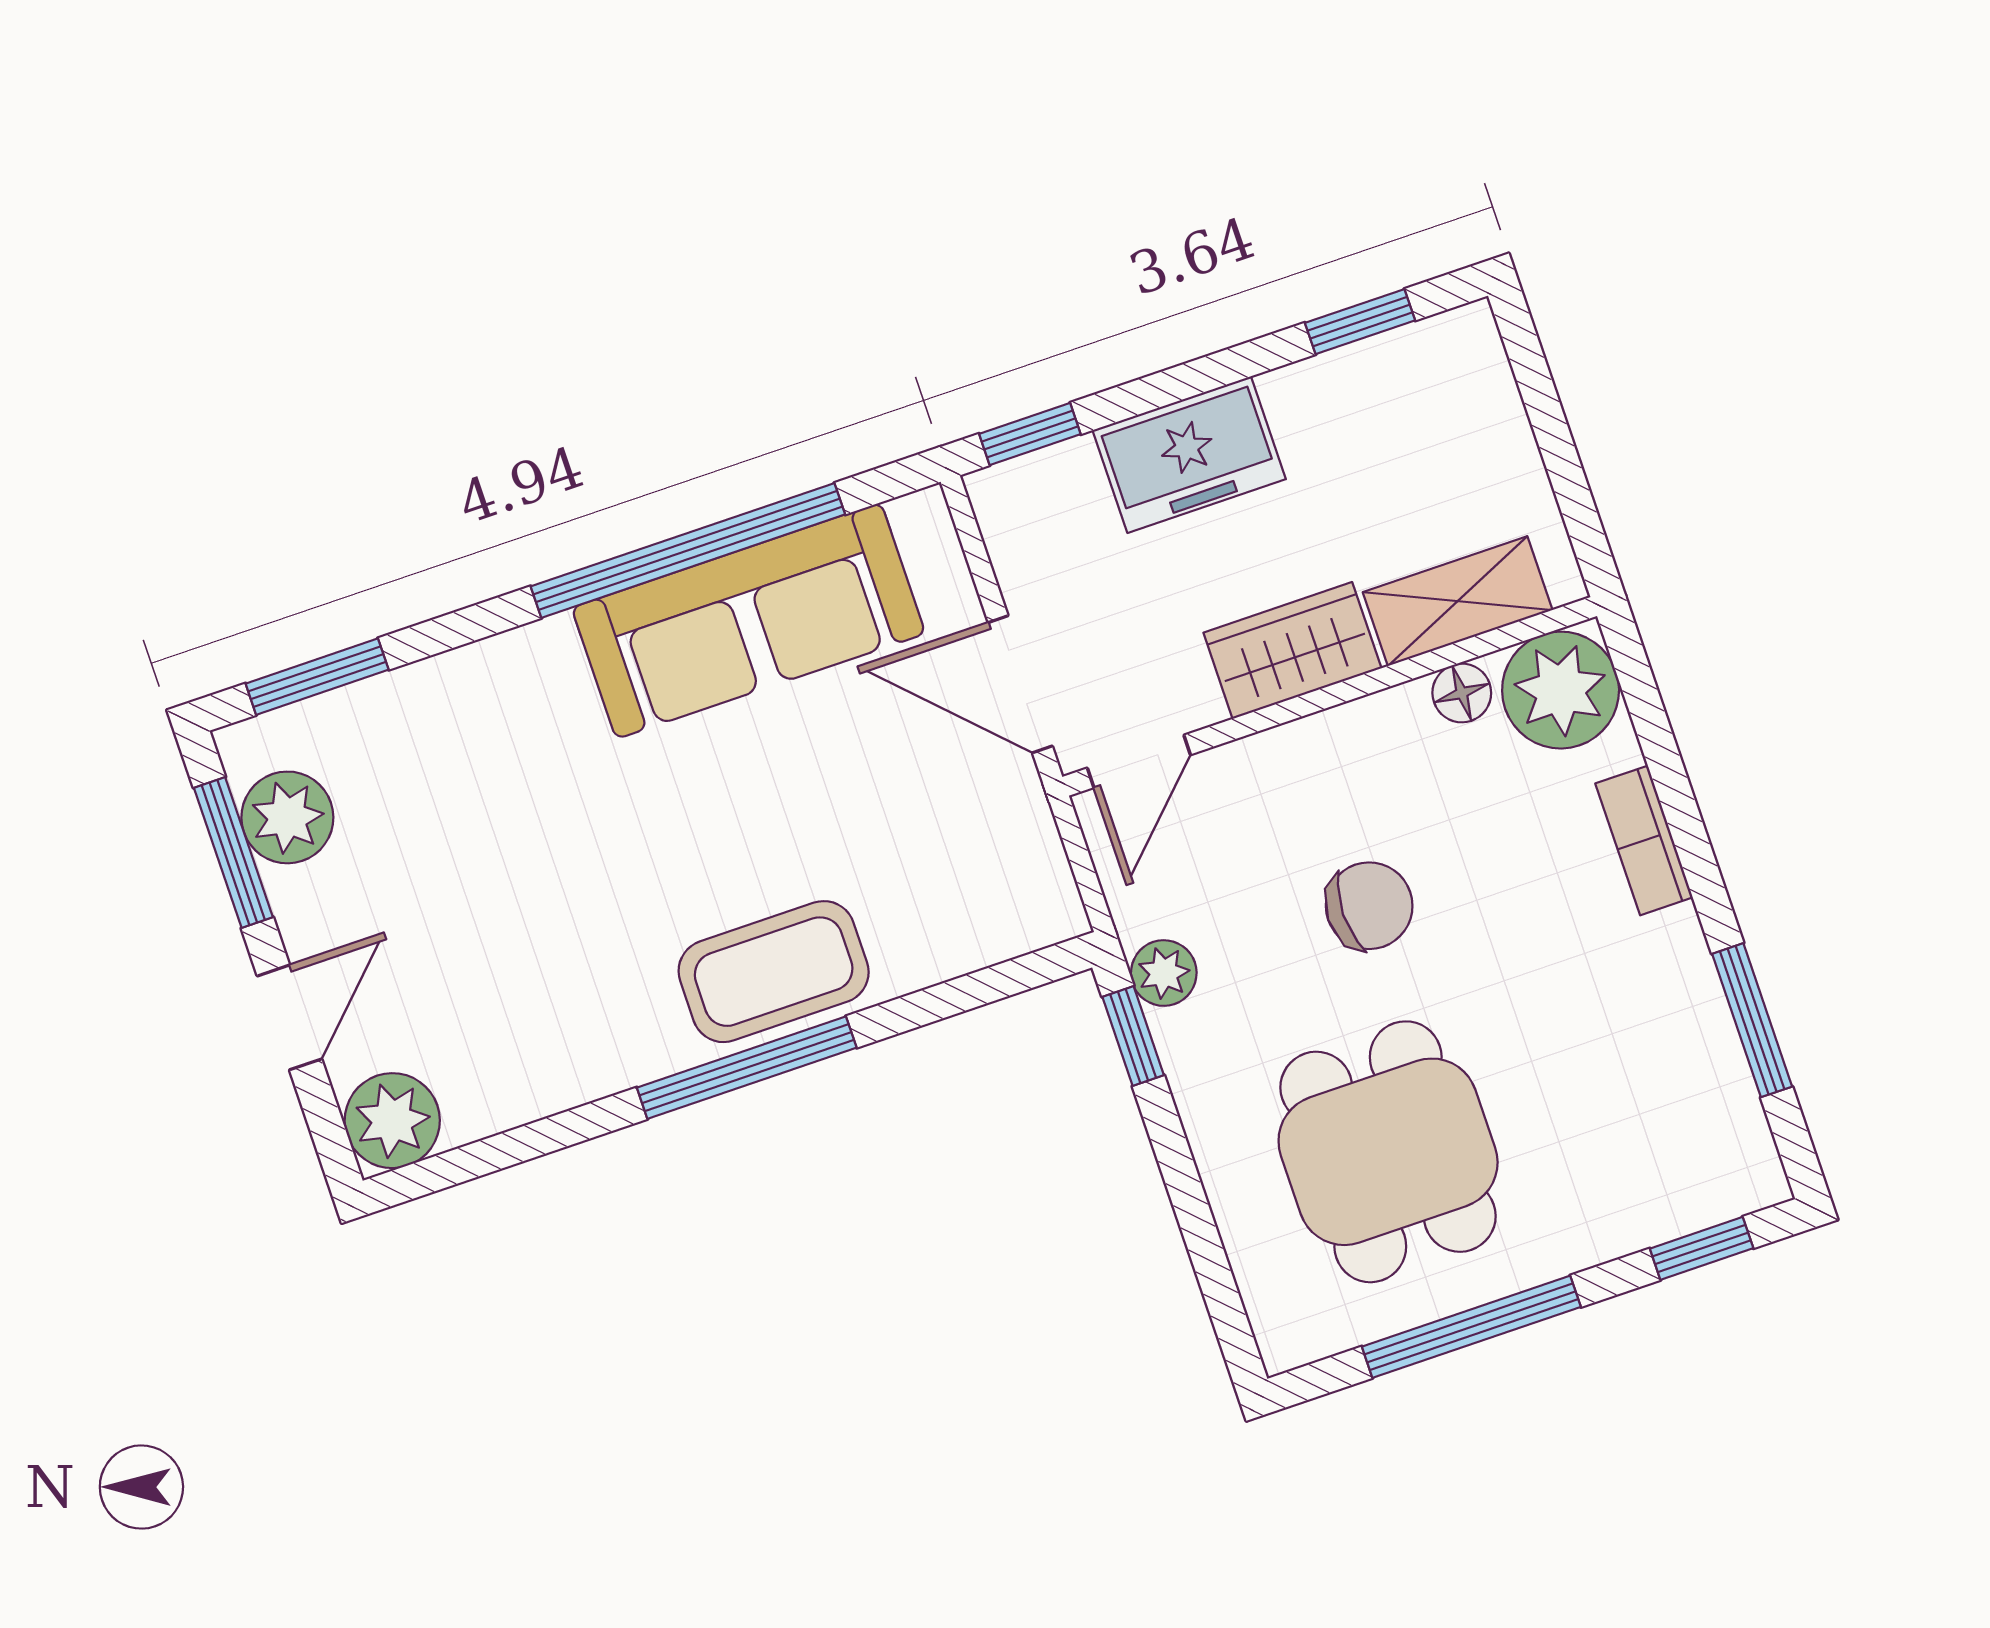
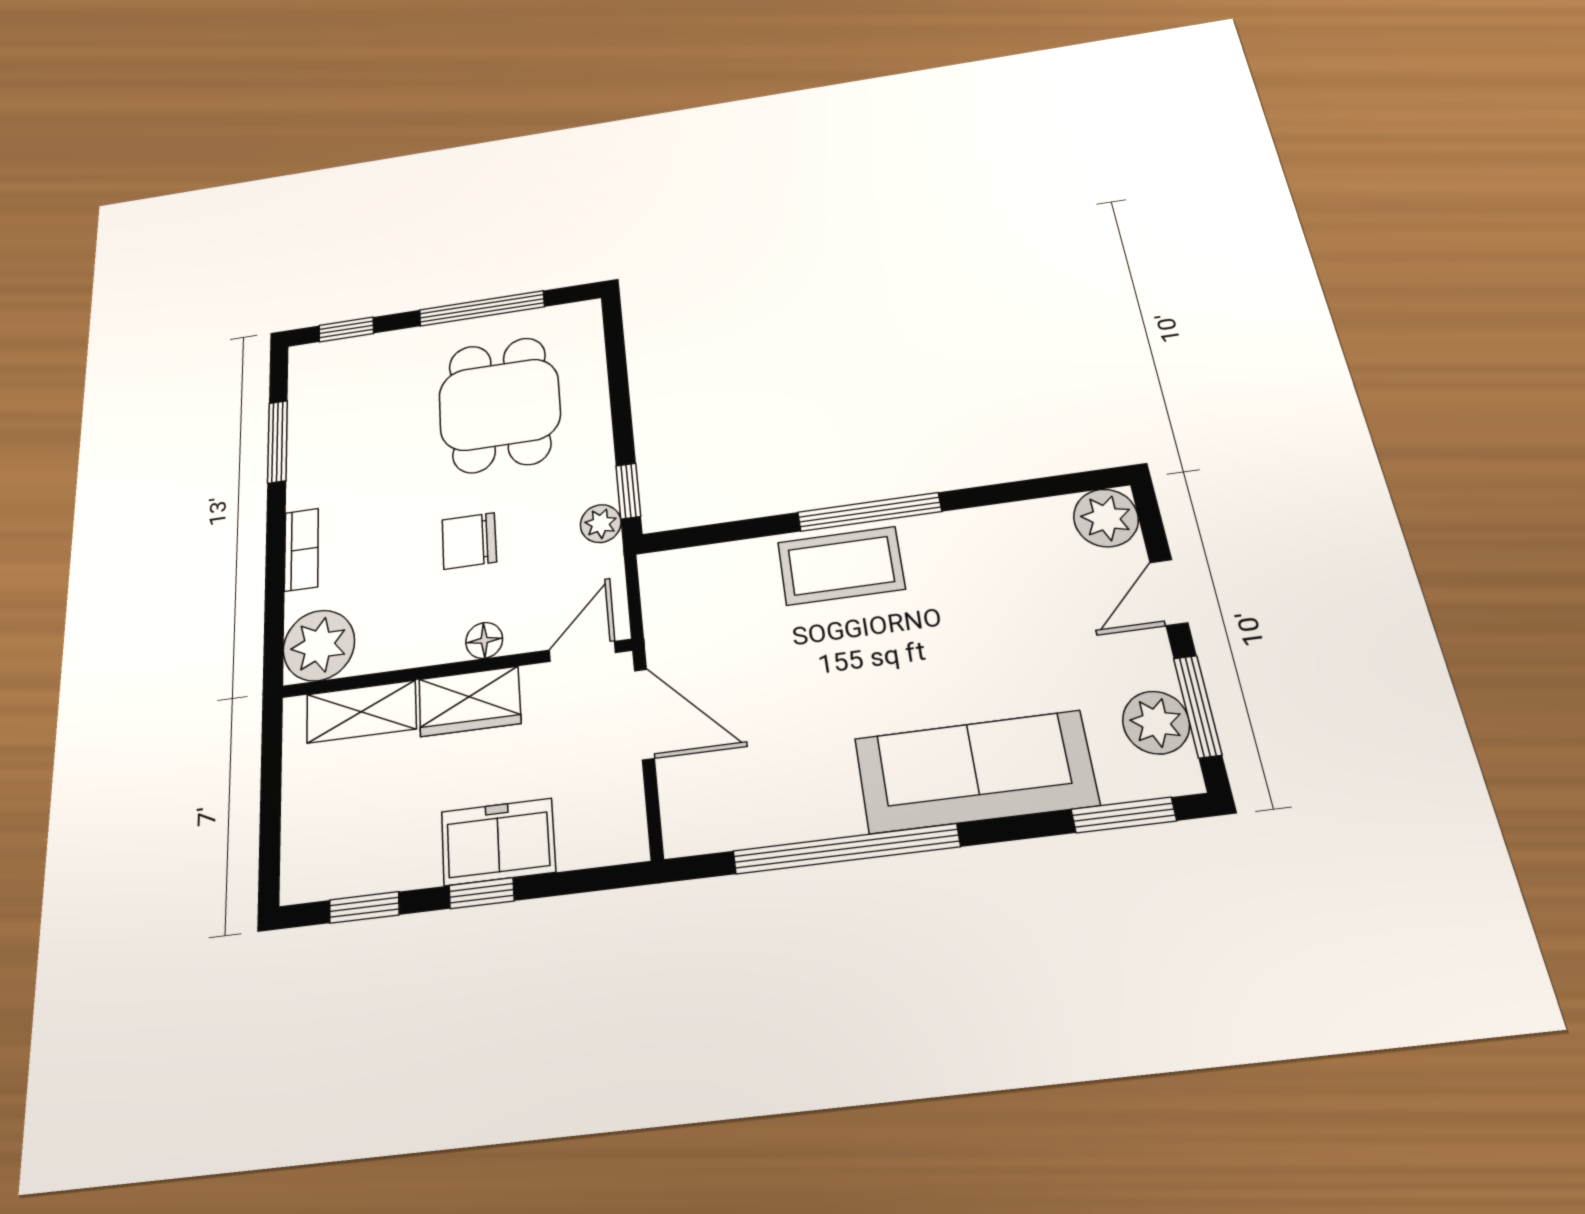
window: (1030, 434) -> (482, 893), moved
sofa: (748, 621) -> (975, 772), moved
floor lamp: (1462, 693) -> (484, 640), moved

